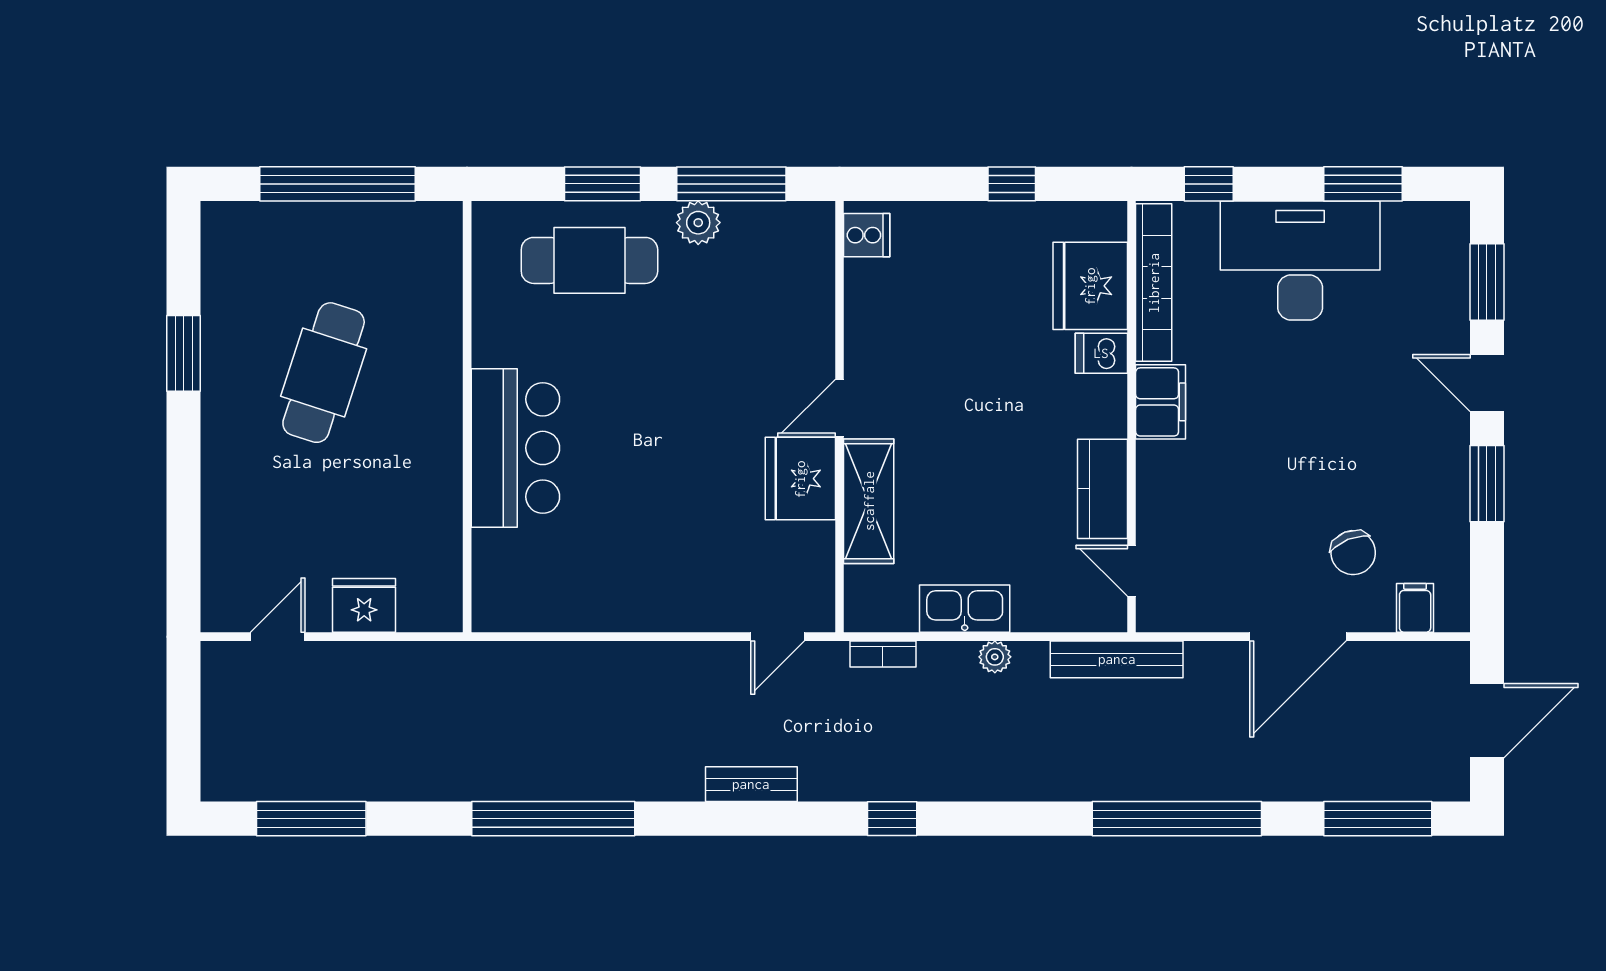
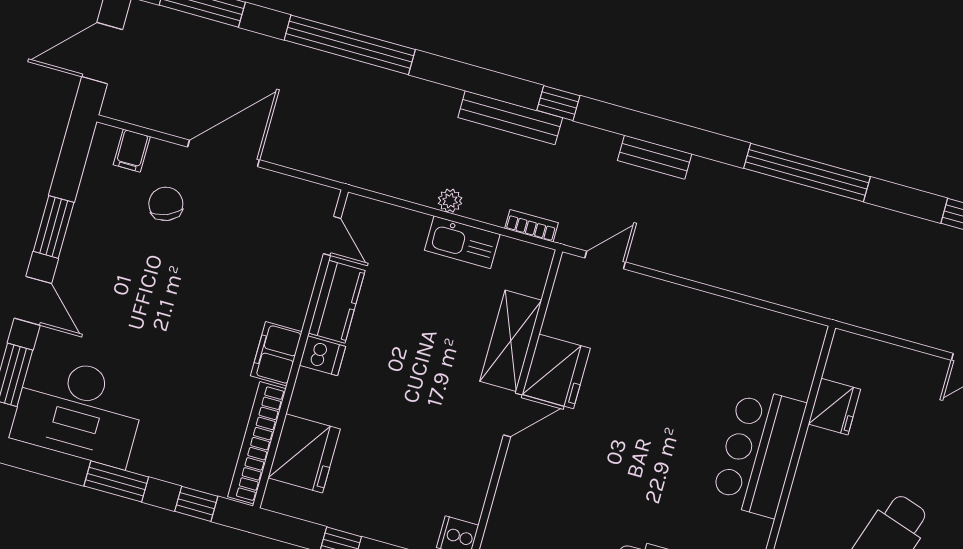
window: (1363, 184) -> (116, 481), moved
desk: (1300, 260) -> (79, 410), moved
dishwasher: (1101, 353) -> (323, 356), moved
fridge: (364, 605) -> (834, 407), moved, turned -90
bench: (1117, 659) -> (510, 118), moved

